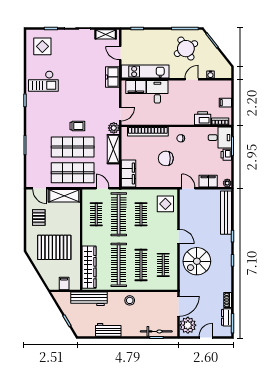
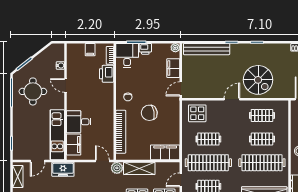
round table: (186, 49) -> (33, 91), turned 30
chair: (166, 158) -> (149, 113), turned 80
clothes rail: (141, 265) -> (262, 139), width x0.73

